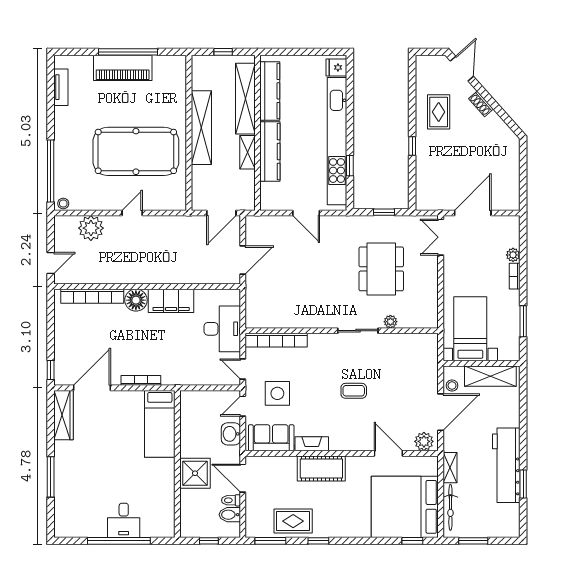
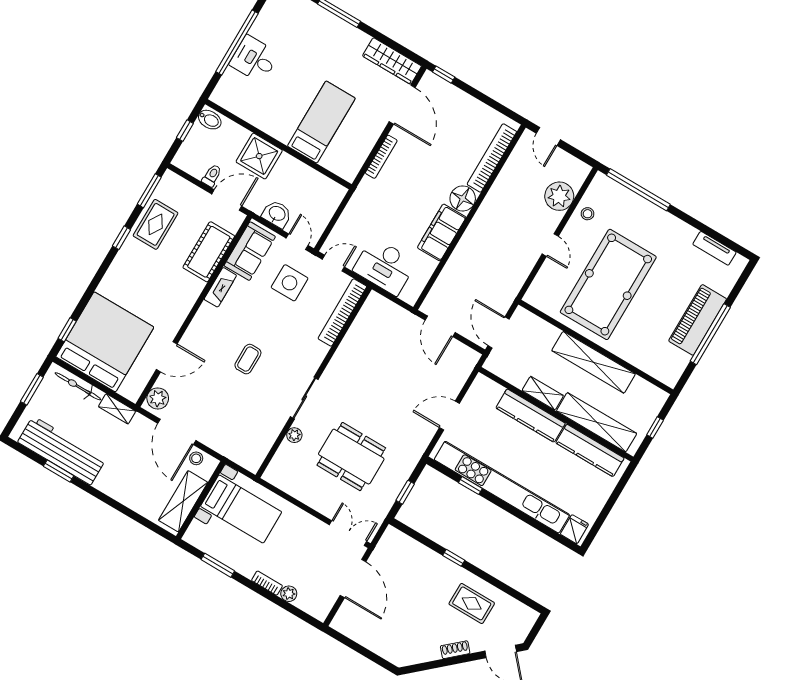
stool: (63, 204) -> (588, 214), moved
bed: (160, 424) -> (321, 122), moved, turned 90
workbench: (506, 465) -> (62, 451), moved
cot: (321, 468) -> (209, 252), moved
bidet: (230, 515) -> (210, 120), moved, turned 90

